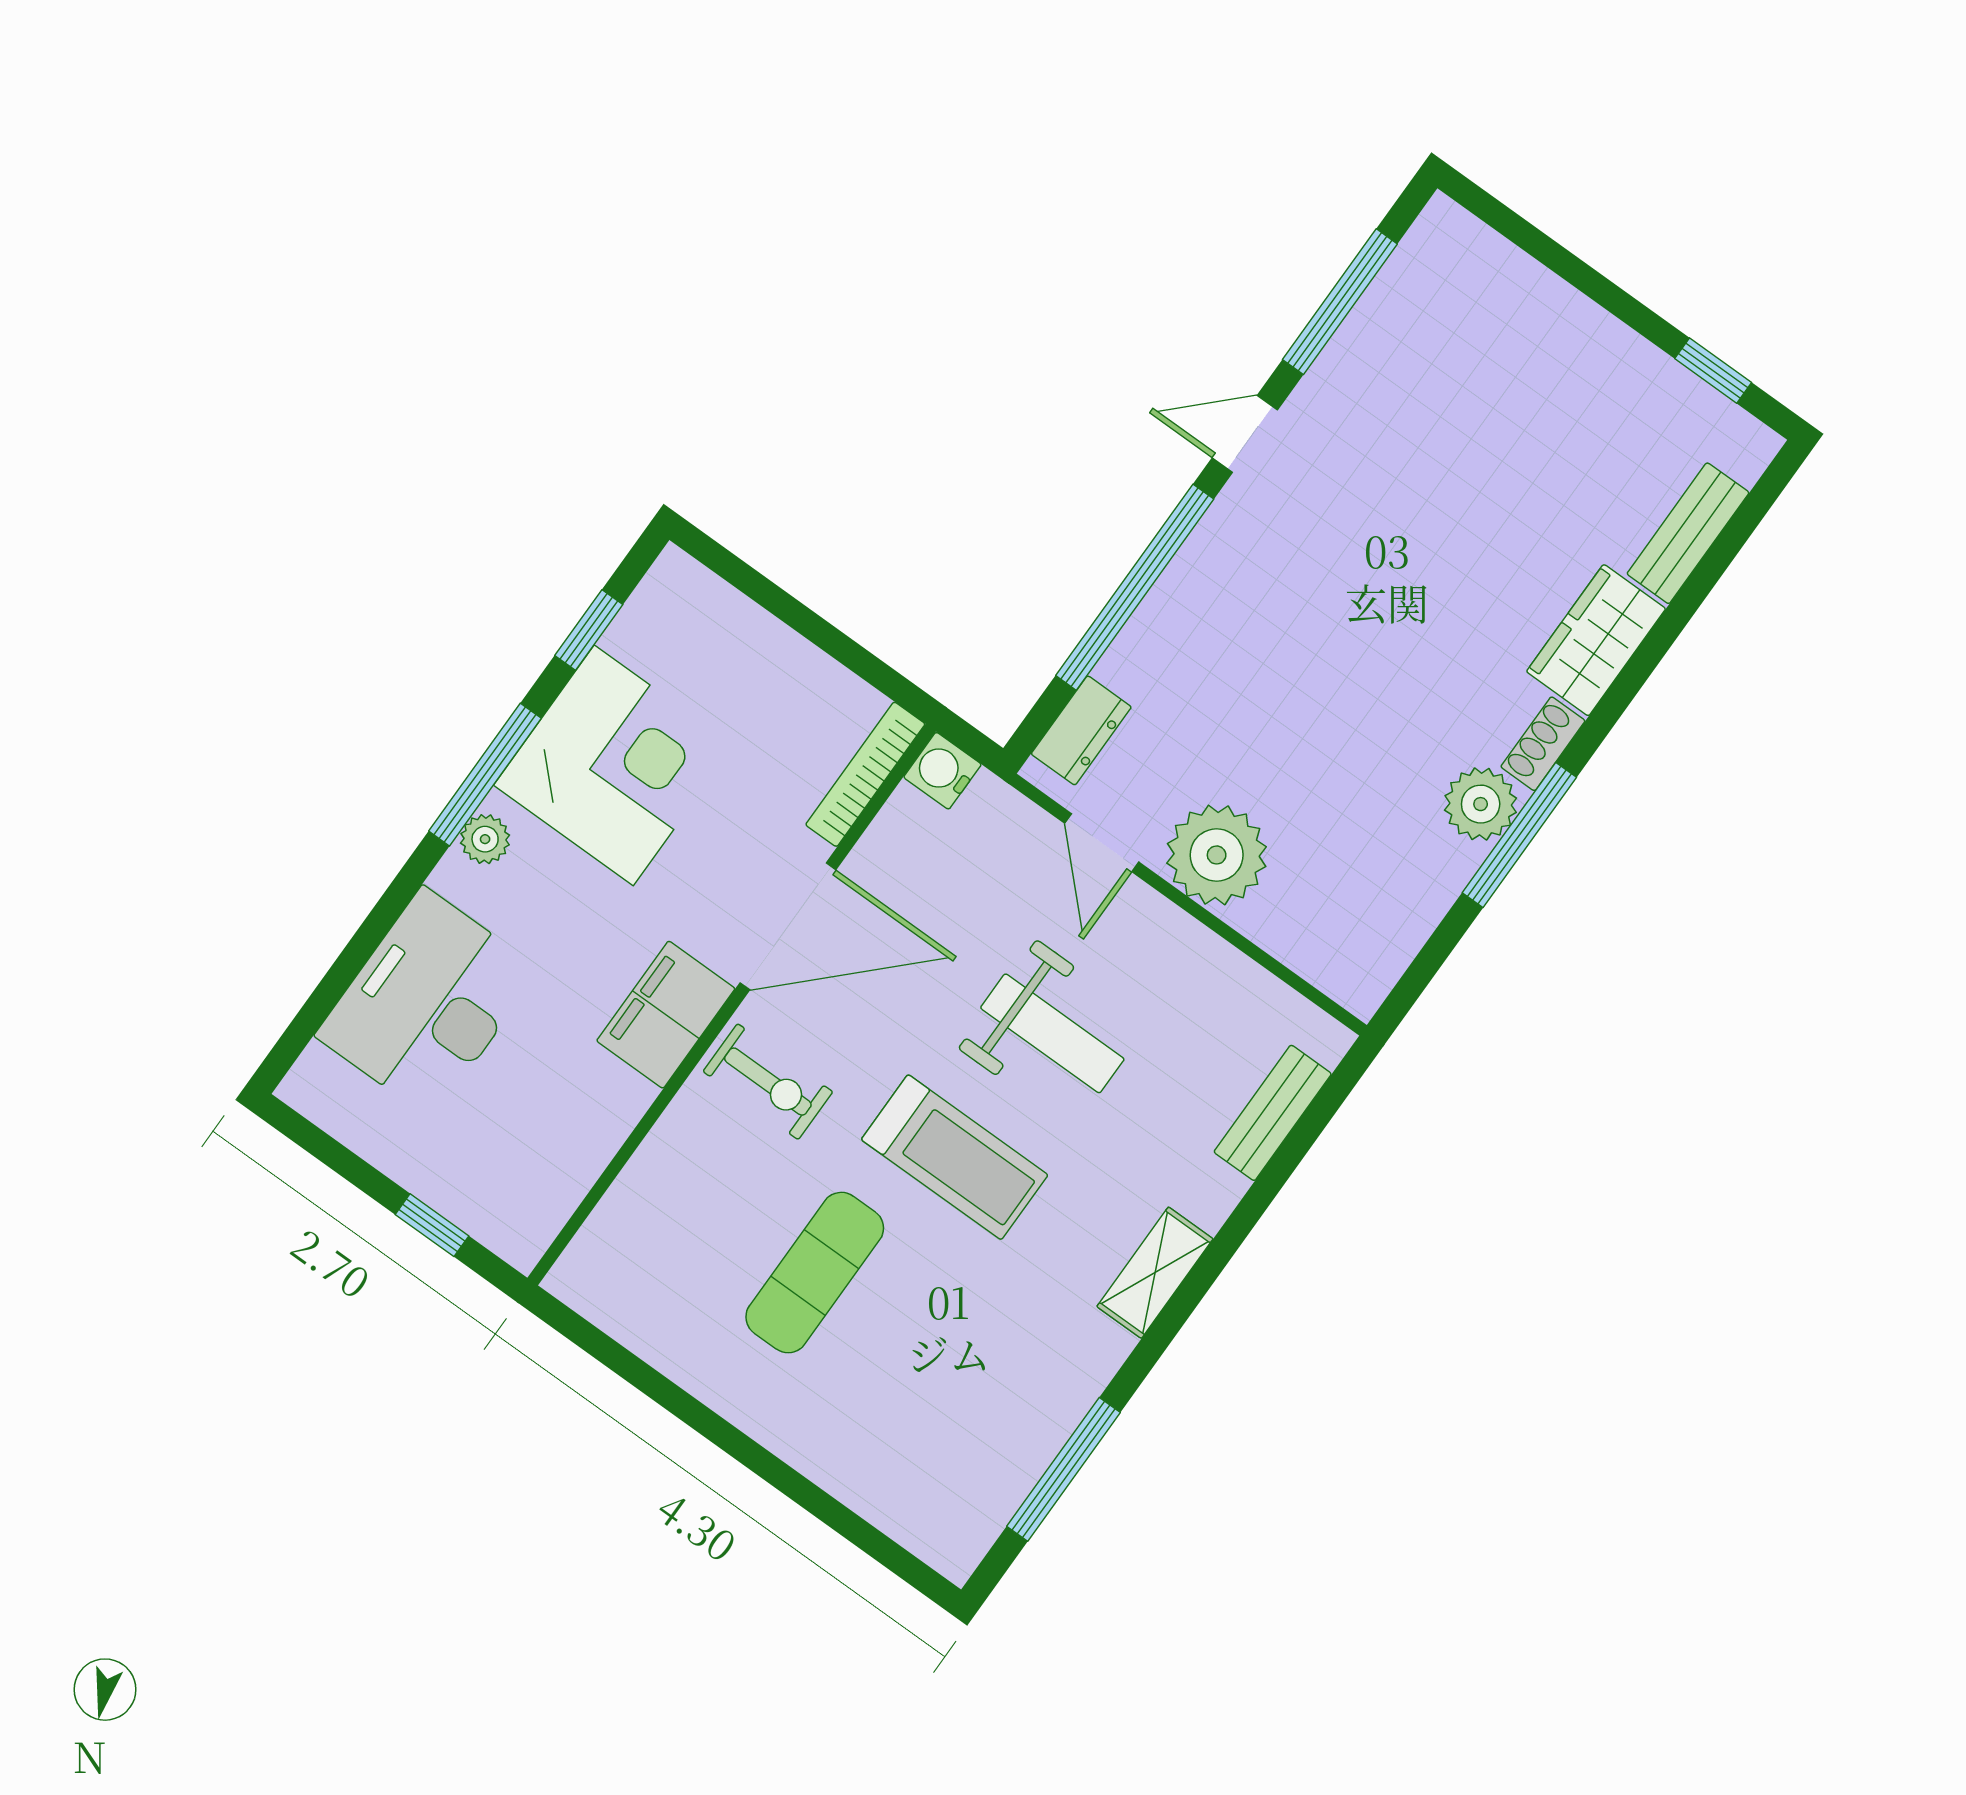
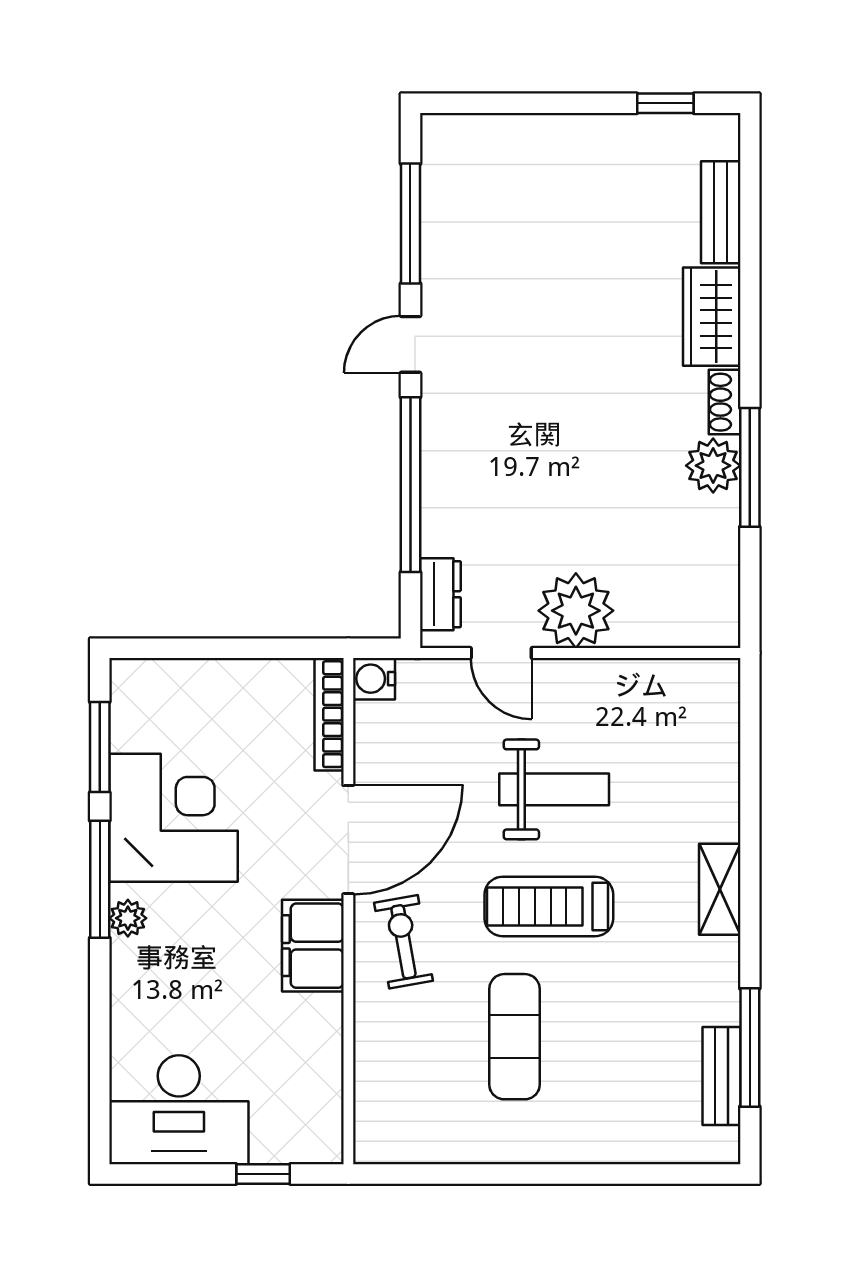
window: (589, 630) -> (100, 747), width x1.50
desk: (427, 1003) -> (179, 1110), moved, turned -90
exercise bike: (768, 1082) -> (403, 942), turned -100
bench: (1273, 1113) -> (721, 1076), moved
treadmill: (955, 1157) -> (549, 906), turned 180

